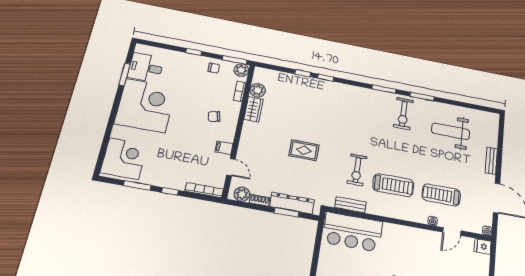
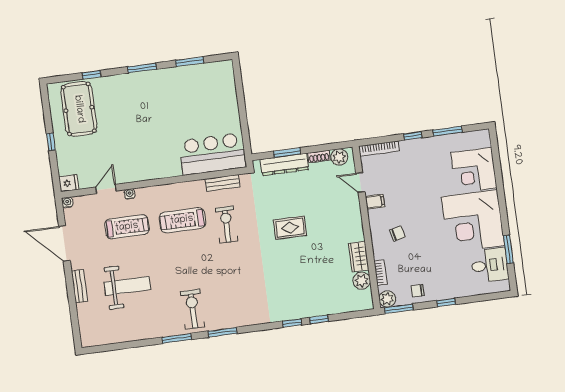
weight bench: (451, 131) -> (127, 286), moved
corner desk: (124, 159) -> (474, 170), moved

